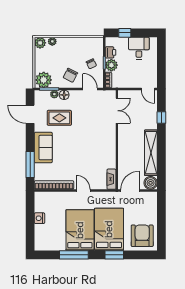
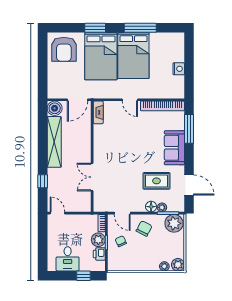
double door: (117, 111) -> (92, 177), moved

